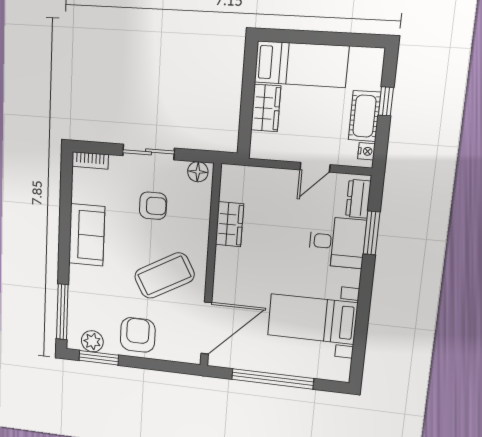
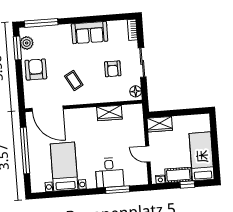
bed: (301, 64) -> (202, 156), moved, turned 180
wardrobe: (266, 108) -> (160, 124), moved
dresser: (358, 199) -> (135, 180), removed
coffee table: (164, 276) -> (74, 81), width x0.54, depth x0.58
armchair: (138, 335) -> (36, 70), turned -90

